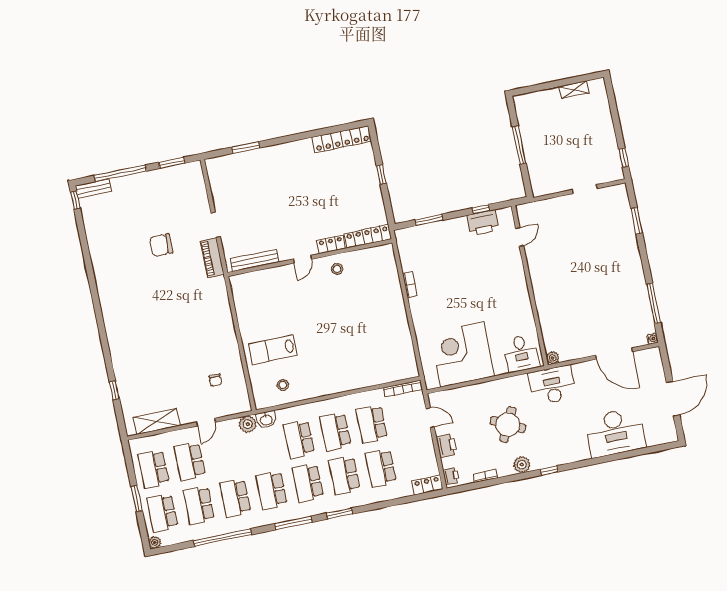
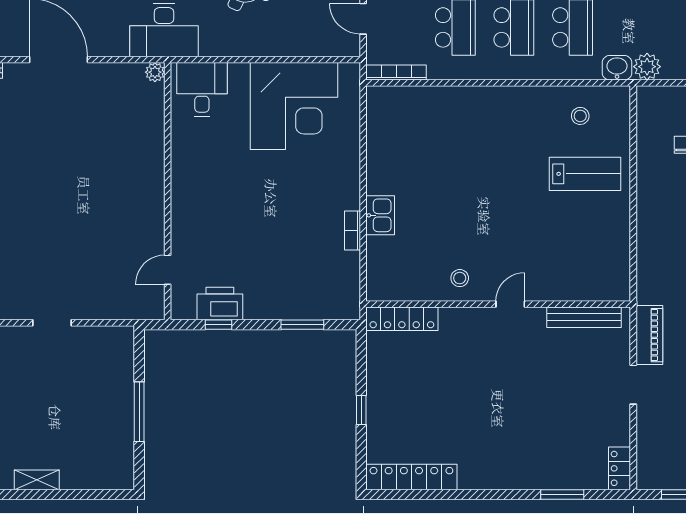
locker: (331, 244) -> (620, 468), moved, turned 90
kitchen sink: (394, 298) -> (380, 215), added

